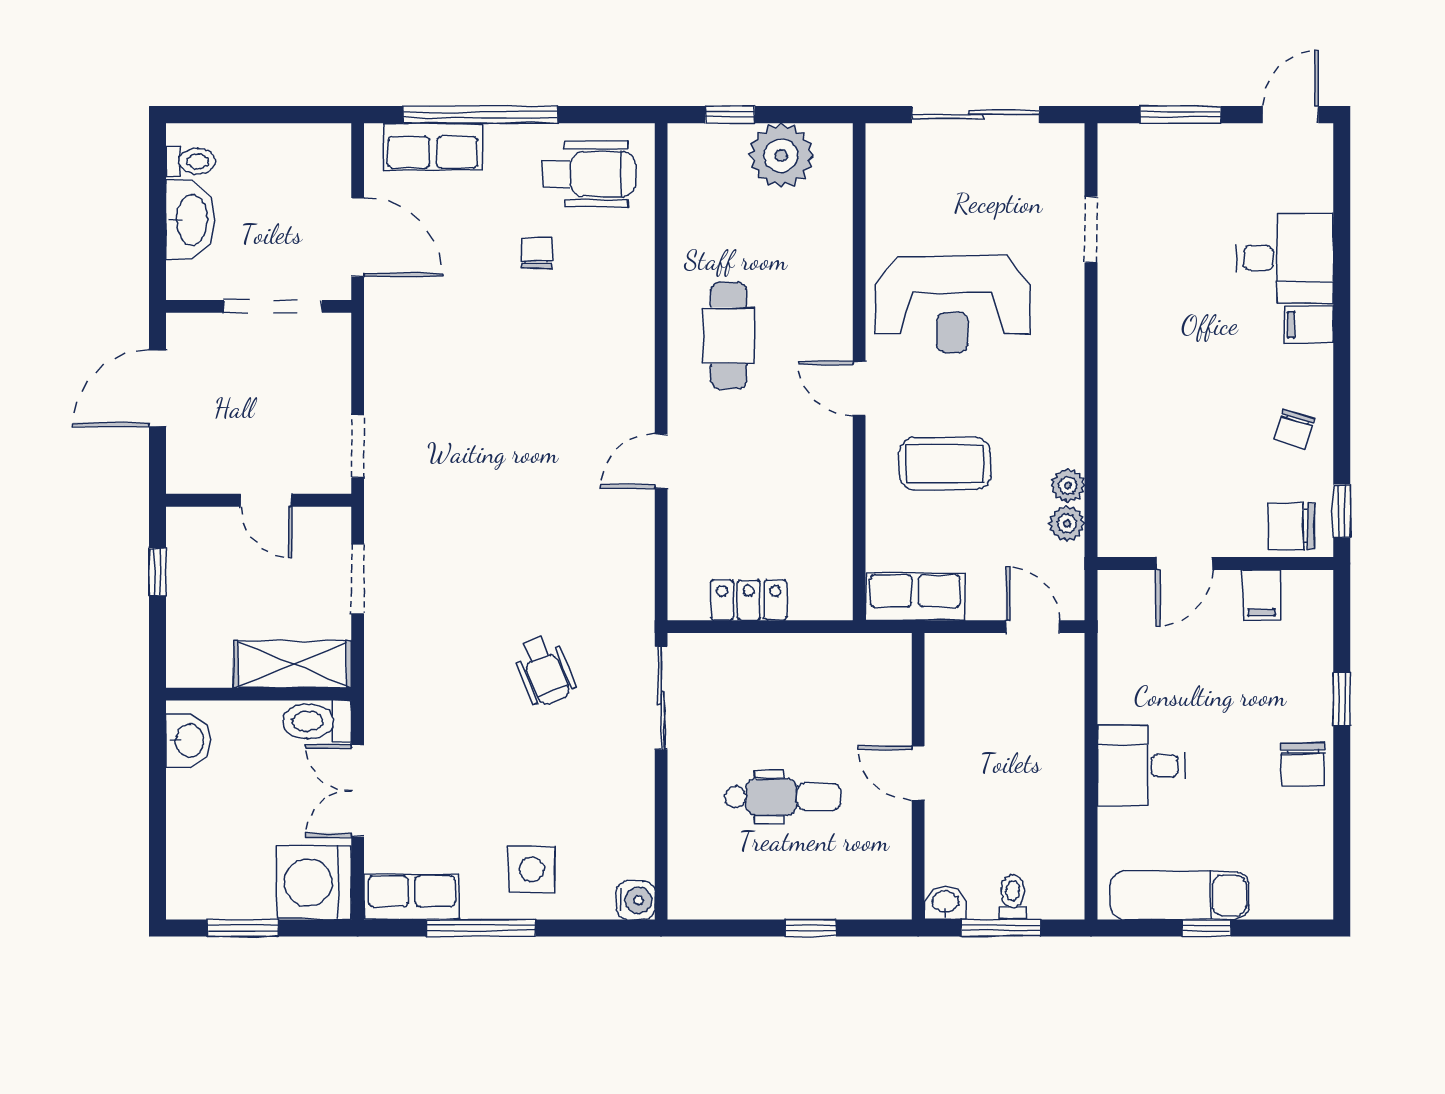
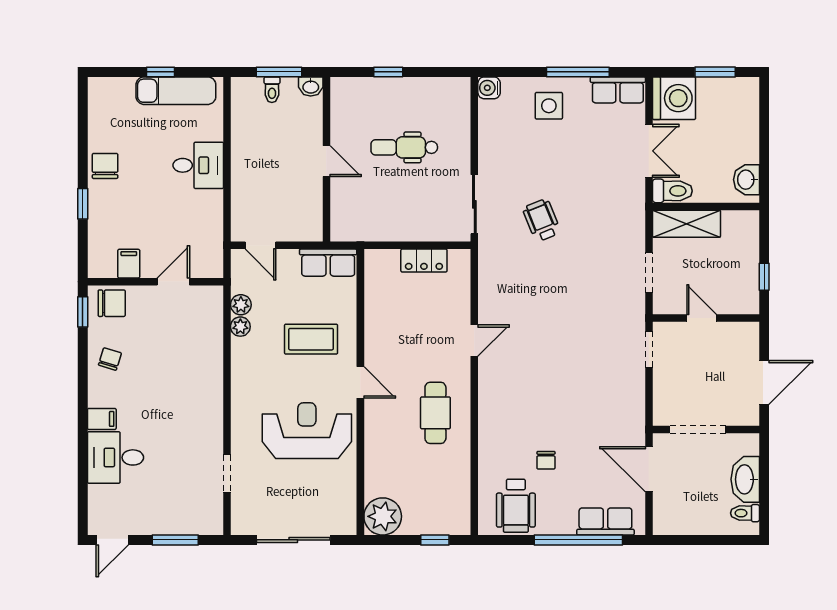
plant: (781, 155) -> (383, 516), moved
wheelchair: (589, 174) -> (516, 506), turned -90

